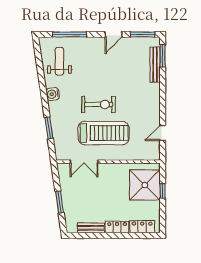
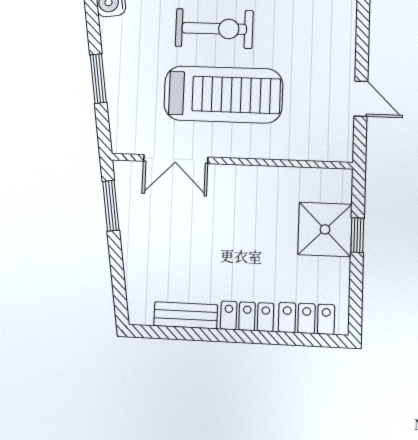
door: (163, 133) -> (361, 99), swing flipped
shower: (145, 185) -> (325, 229), width x0.73, depth x0.73
window: (60, 202) -> (111, 206), moved

